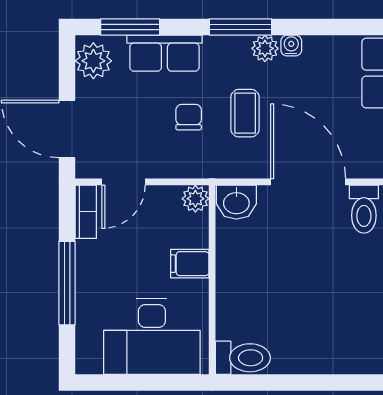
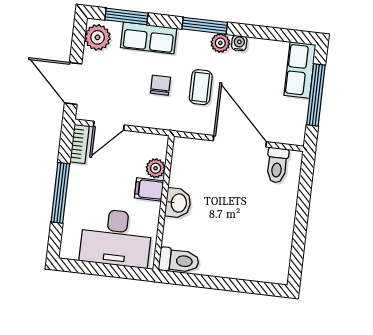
plant: (195, 199) -> (156, 168), moved
washbasin: (236, 202) -> (178, 203), moved, turned -90

